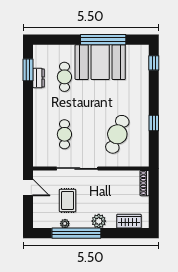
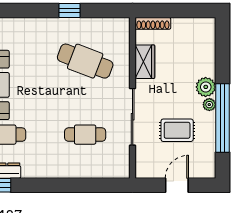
door: (28, 188) -> (177, 185), moved
wardrobe: (129, 221) -> (145, 62), moved, turned 180
plant: (65, 224) -> (209, 105), moved

